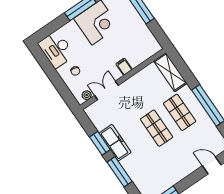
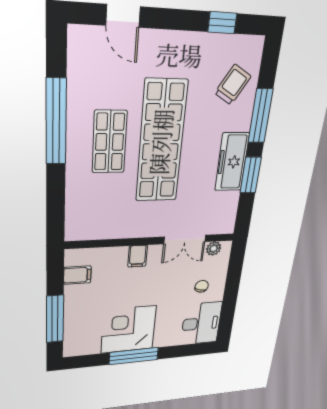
filing cabinet: (147, 39) -> (77, 275), added
shelving: (170, 72) -> (79, 210), removed
shop shelf: (157, 128) -> (161, 142), width x2.00, depth x1.36
trolley: (144, 175) -> (233, 85), added

